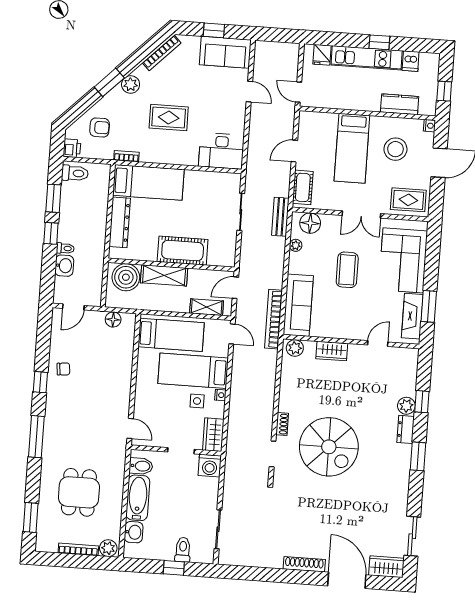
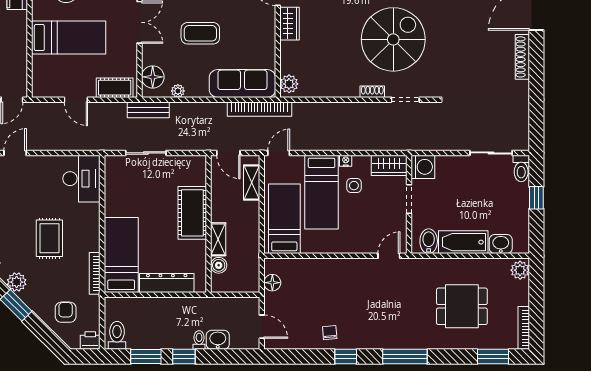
bookcase: (126, 156) -> (95, 273), width x1.56
shelving: (164, 275) -> (218, 239), width x0.67, depth x0.75
boiler: (126, 277) -> (219, 265), width x0.54, depth x0.54
wardrobe: (332, 351) -> (289, 24), moved
bookcase: (78, 549) -> (524, 328), moved
toilet: (183, 550) -> (521, 168), moved, turned -90

